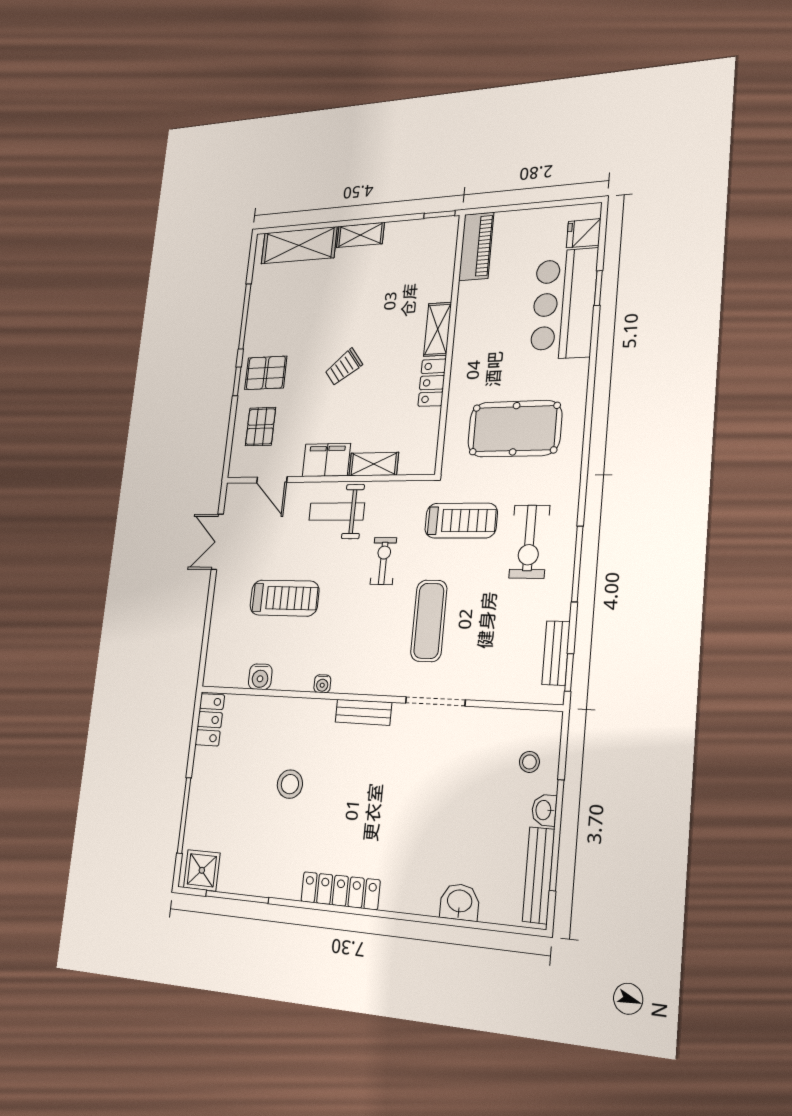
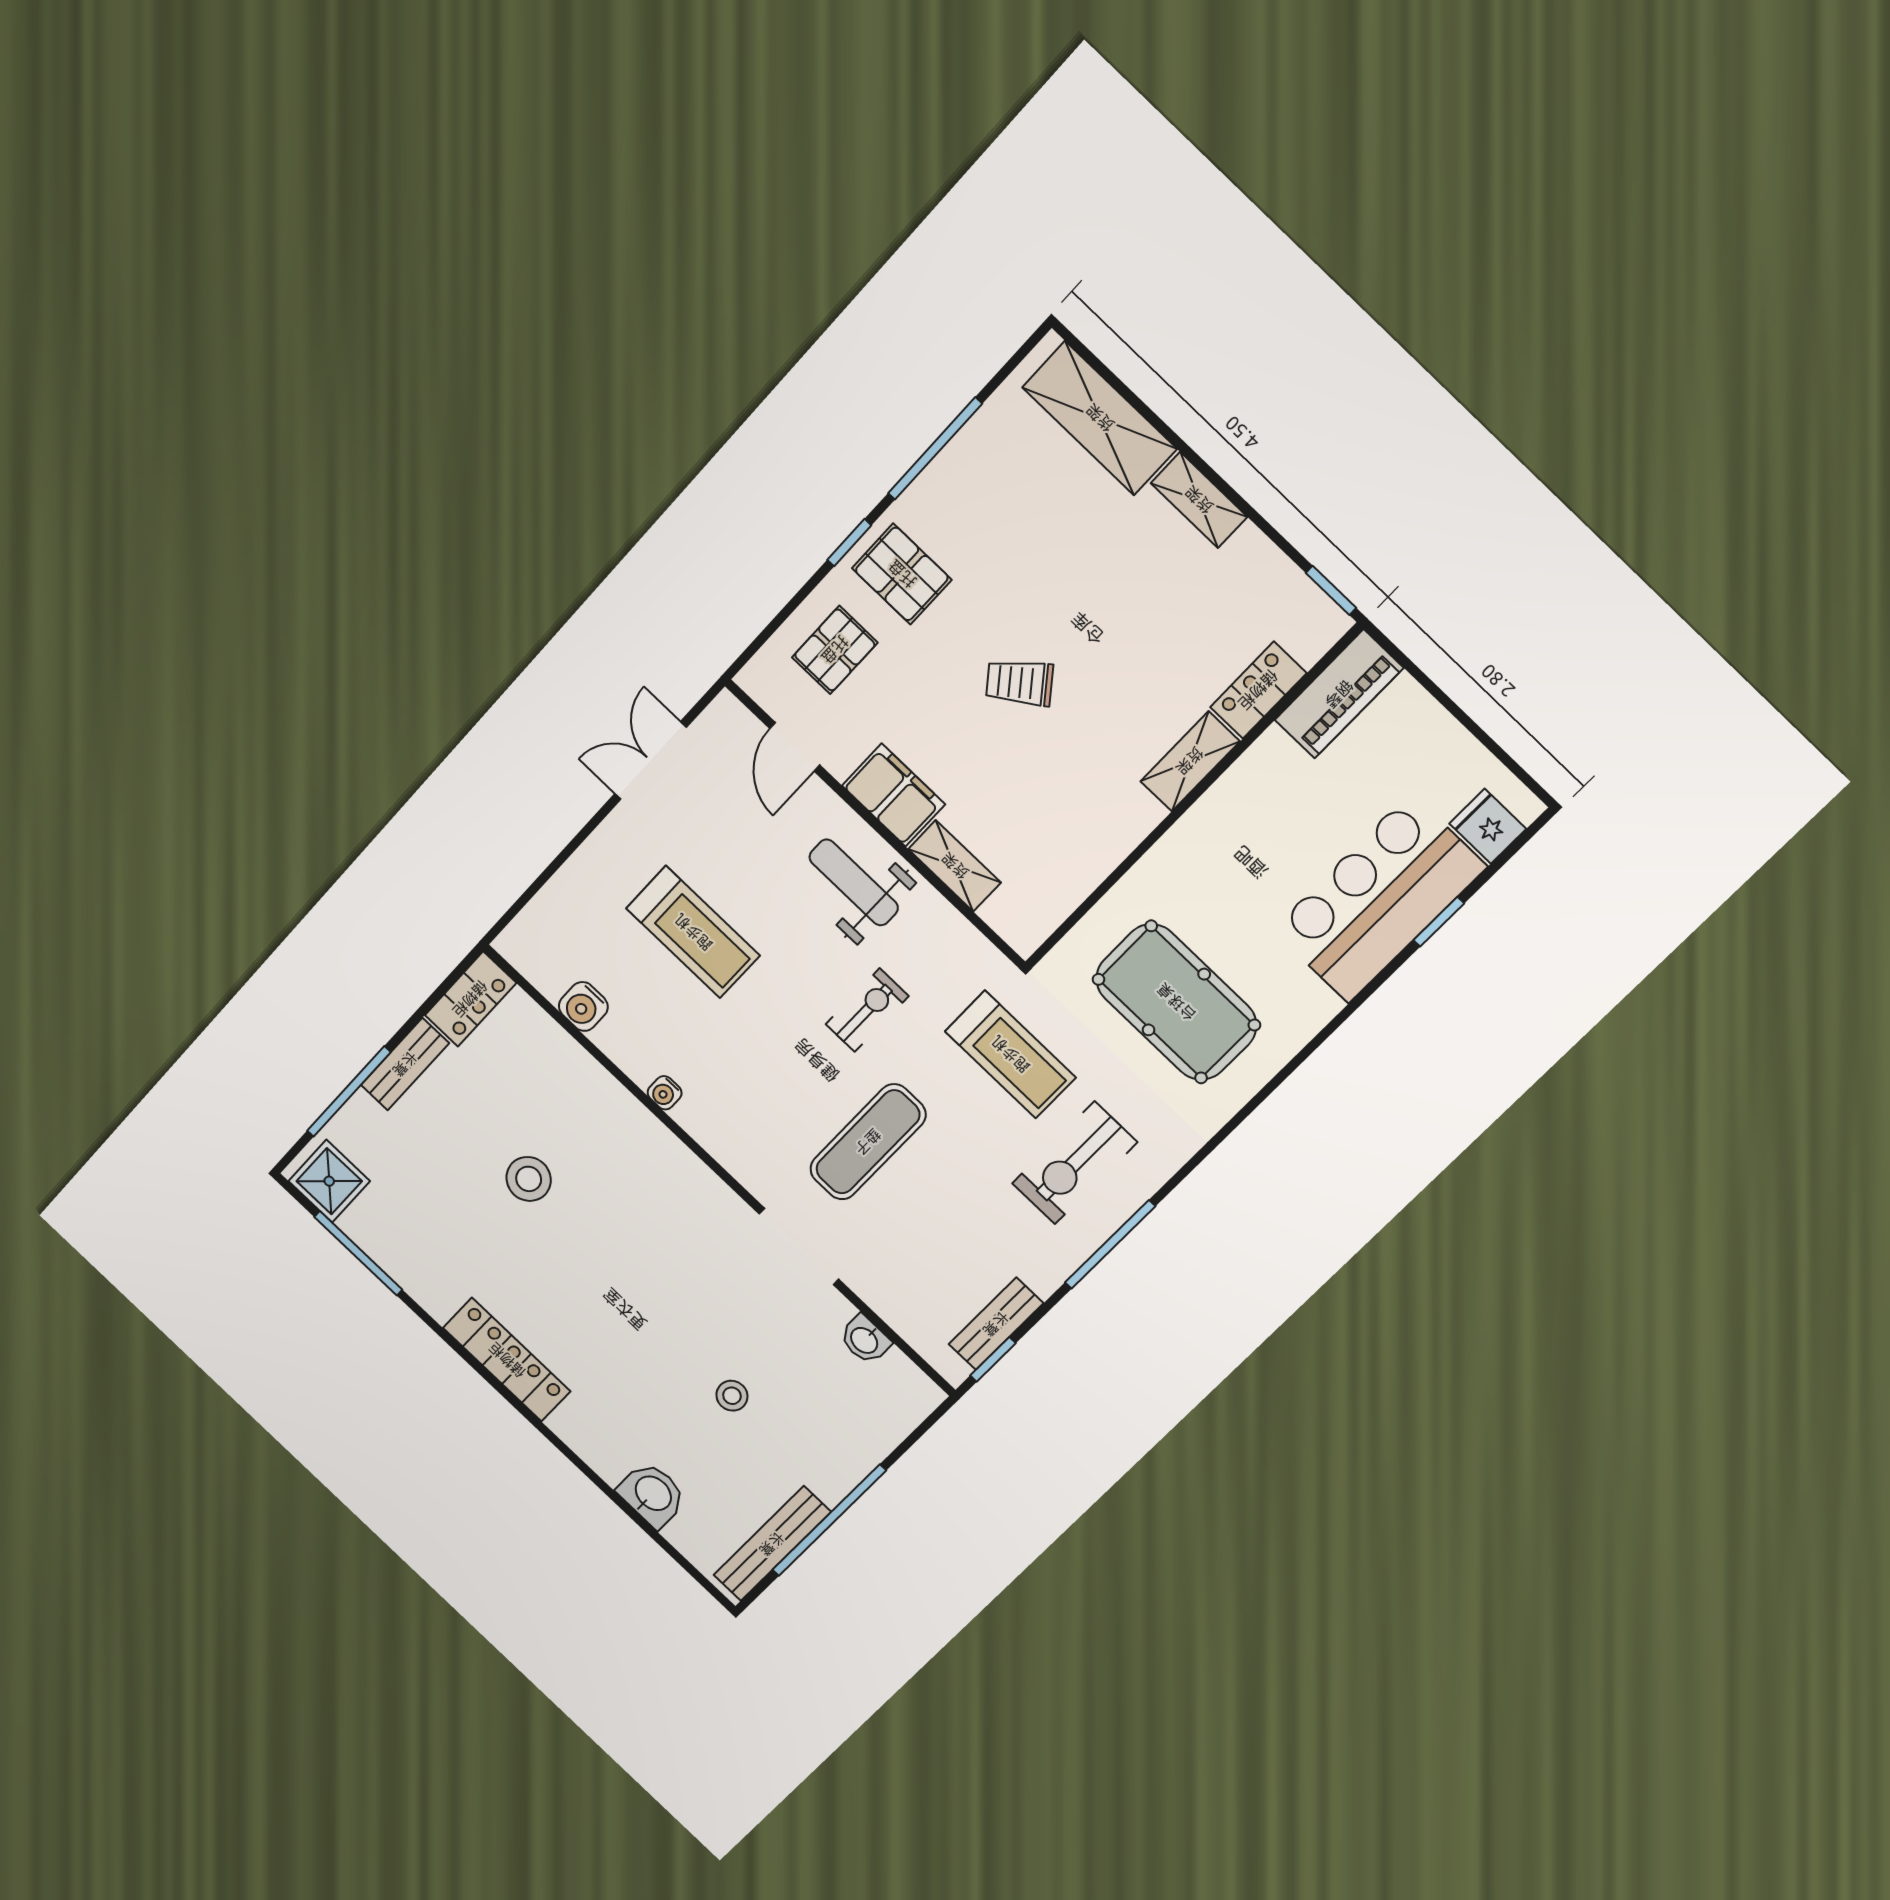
locker: (432, 383) -> (1258, 690), moved
bench: (363, 712) -> (405, 1064), moved, turned 90
stool: (529, 762) -> (732, 1396), moved
washbasin: (544, 810) -> (865, 1340), moved, turned -90

